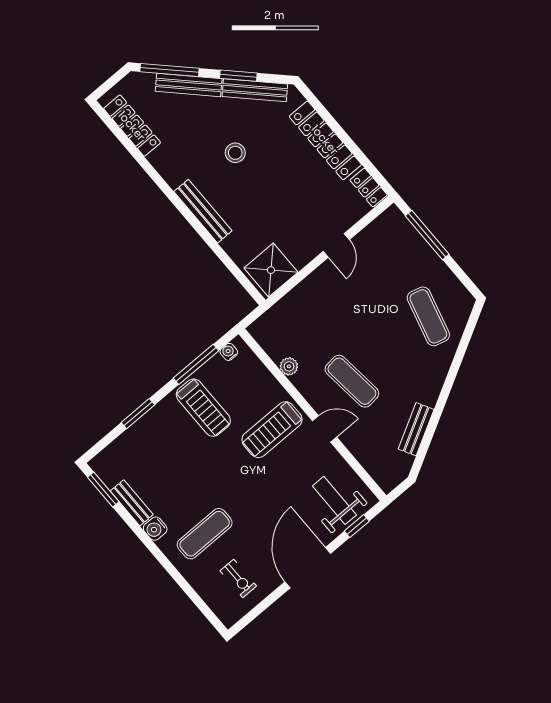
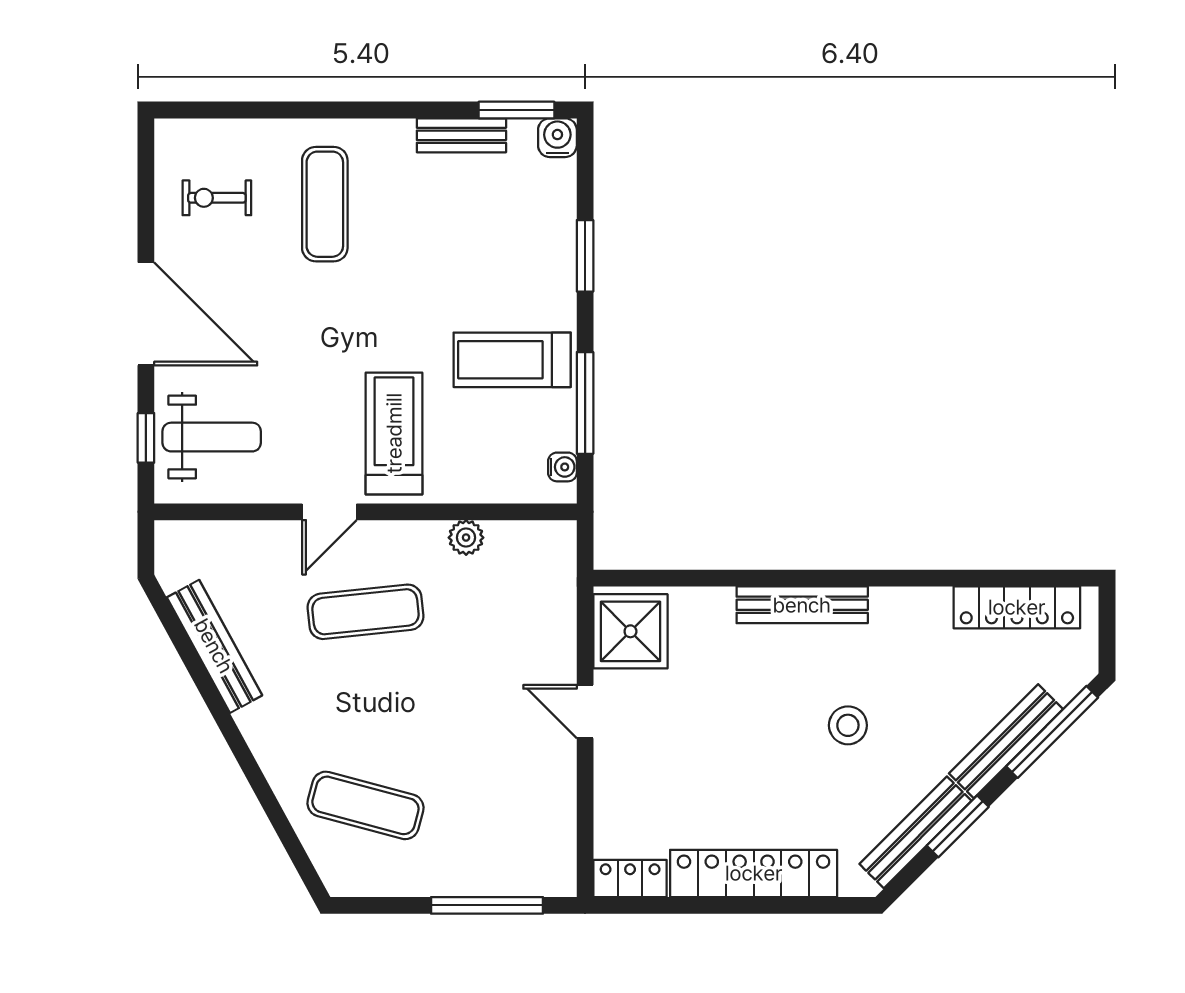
door: (336, 246) -> (585, 712), moved
bench: (416, 429) -> (214, 646), width x1.36
water cooler: (155, 529) -> (557, 138), moved

